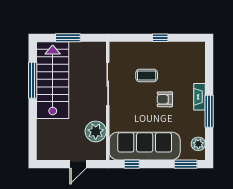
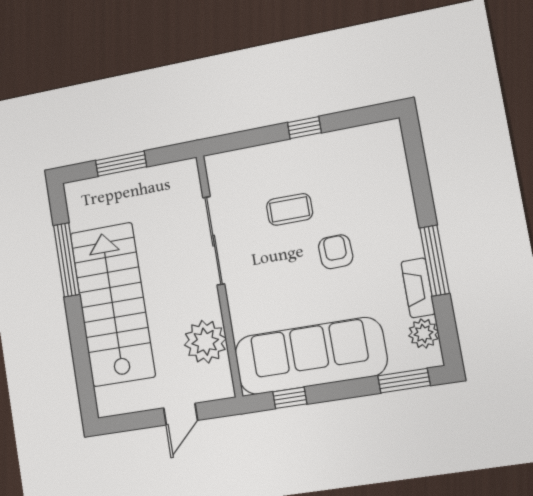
stairs: (53, 80) -> (113, 304), moved
fireplace: (200, 97) -> (418, 288), moved
armchair: (165, 99) -> (336, 252), turned 88

